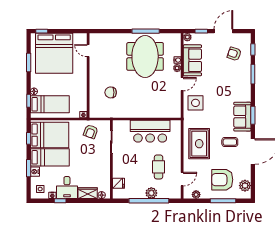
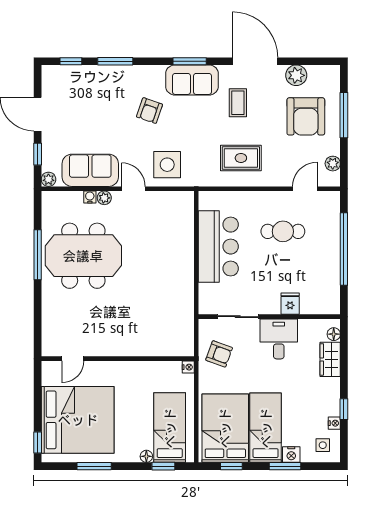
armchair: (234, 54) -> (150, 111), moved
chair: (111, 92) -> (148, 318), removed
rug: (199, 144) -> (241, 158), width x0.73, depth x0.70
door: (182, 179) -> (305, 189), hinge flipped
fridge: (119, 183) -> (290, 304), moved
plant: (245, 186) -> (296, 75), moved
desk: (67, 188) -> (279, 339), moved, turned -90
plant: (151, 193) -> (330, 244), removed

